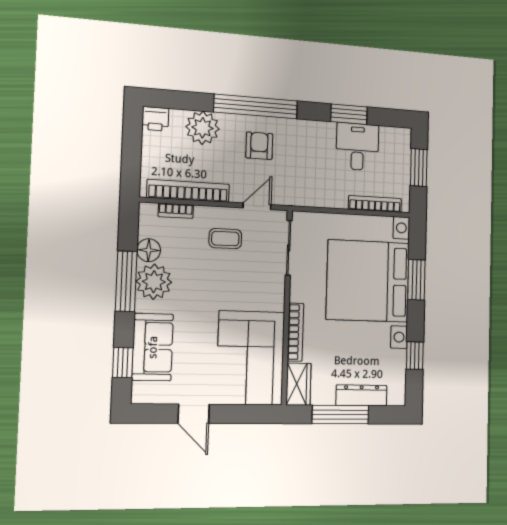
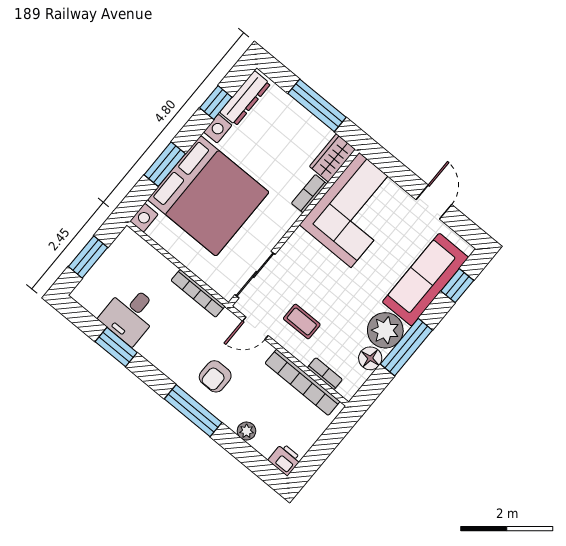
window: (256, 106) -> (193, 411), width x0.68
plant: (203, 128) -> (246, 431), width x0.53, depth x0.53
bookcase: (375, 204) -> (198, 293), moved
bookcase: (296, 332) -> (309, 194), width x0.64
sofa: (153, 347) -> (425, 280), width x1.36
dresser: (361, 395) -> (245, 98), moved, turned -90

